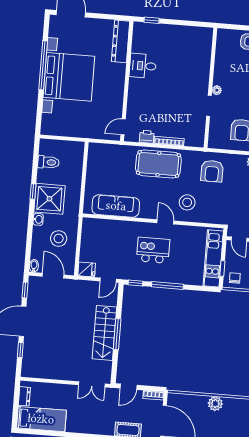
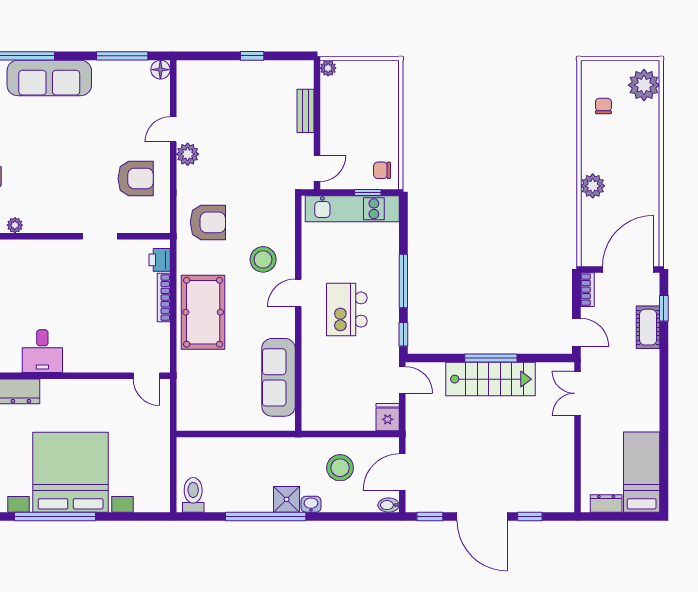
plant: (217, 90) -> (15, 225), moved
printer: (147, 137) -> (160, 260), moved
toilet: (48, 162) -> (193, 495), moved
window: (33, 192) -> (266, 516), width x3.17
shower: (49, 199) -> (286, 499), width x0.54, depth x0.54
double door: (92, 384) -> (577, 393), swing flipped

